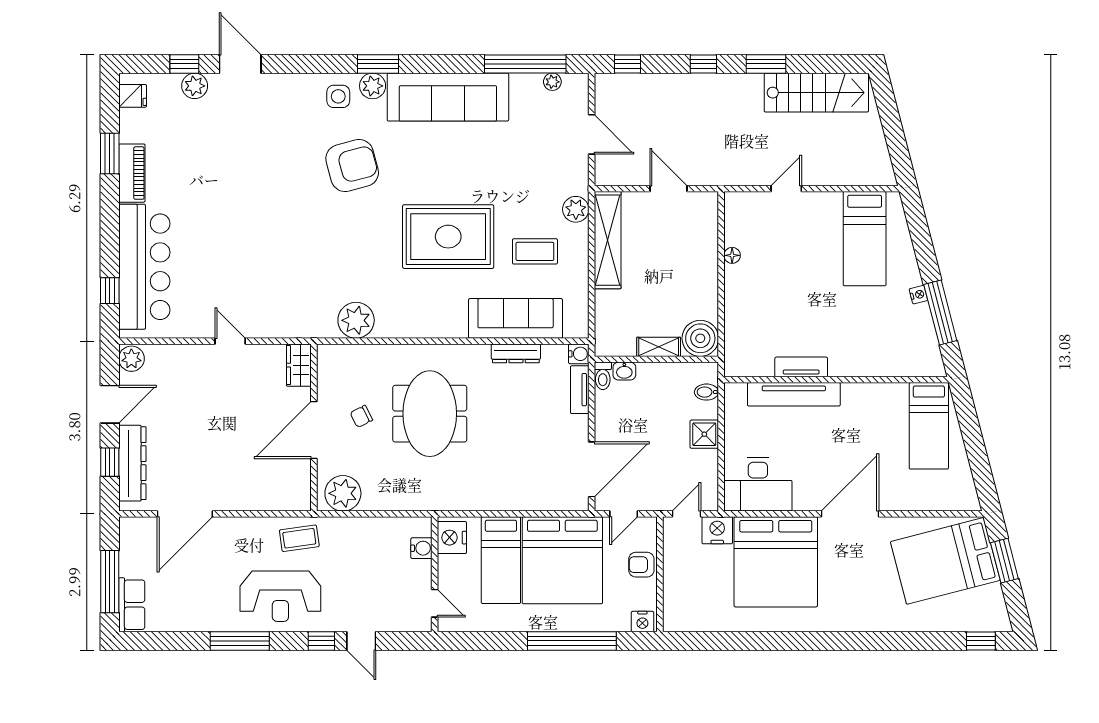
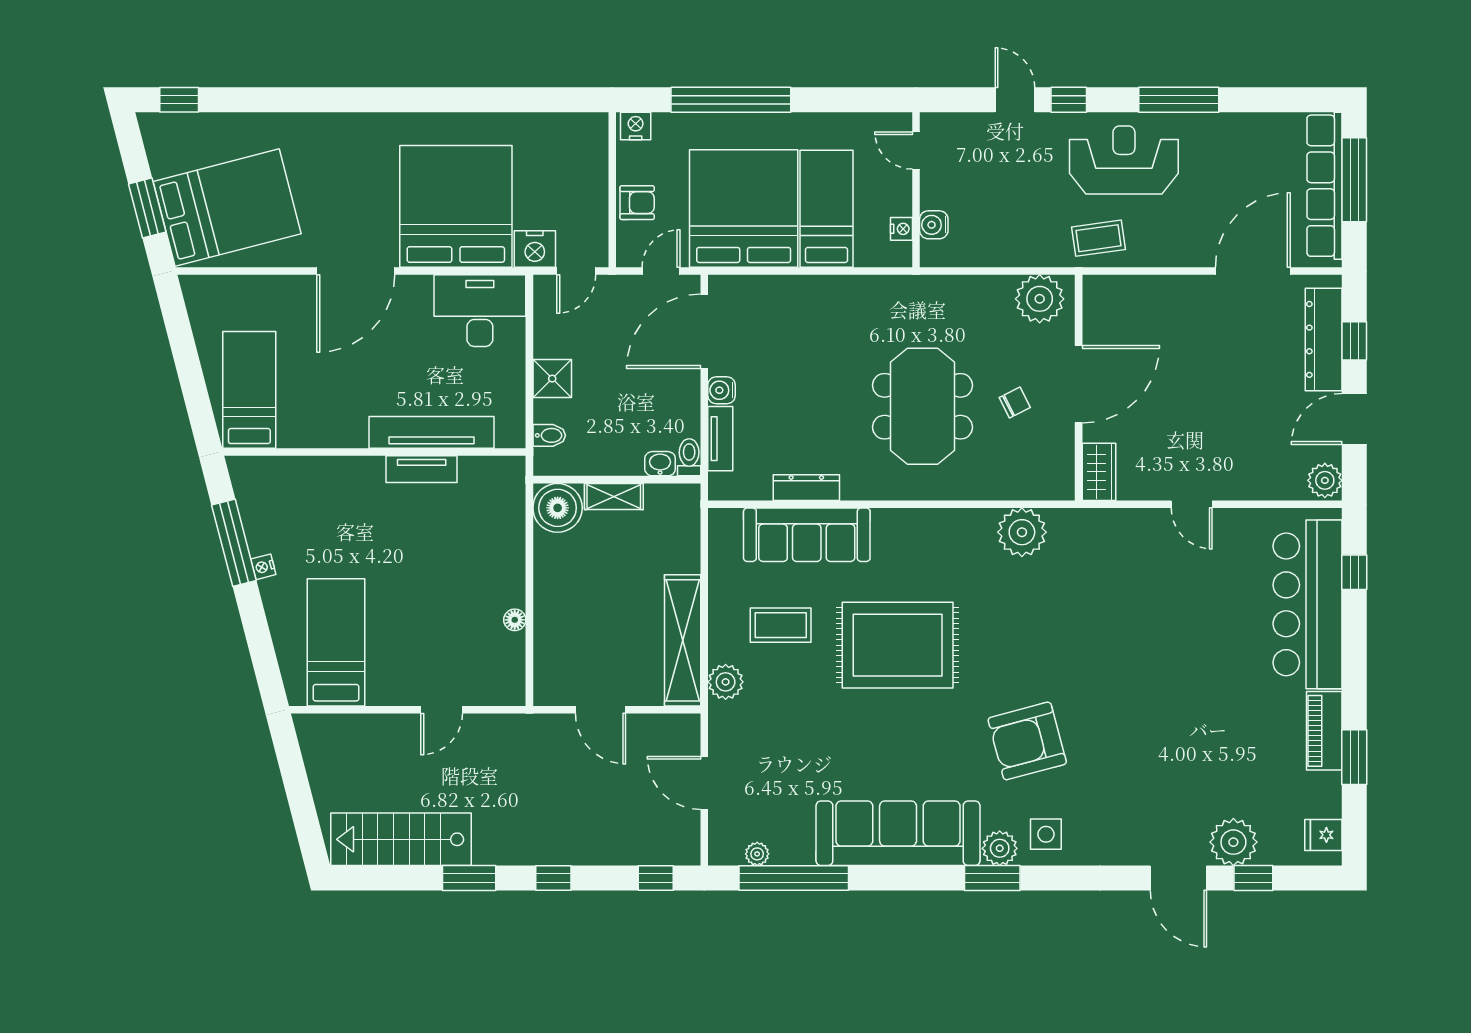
plant: (195, 86) -> (1233, 842), width x1.36, depth x1.36
water cooler: (579, 354) -> (722, 390), moved
nightstand: (452, 538) -> (901, 229), width x0.53, depth x0.56
row of seats: (132, 605) -> (1325, 186), width x2.02

